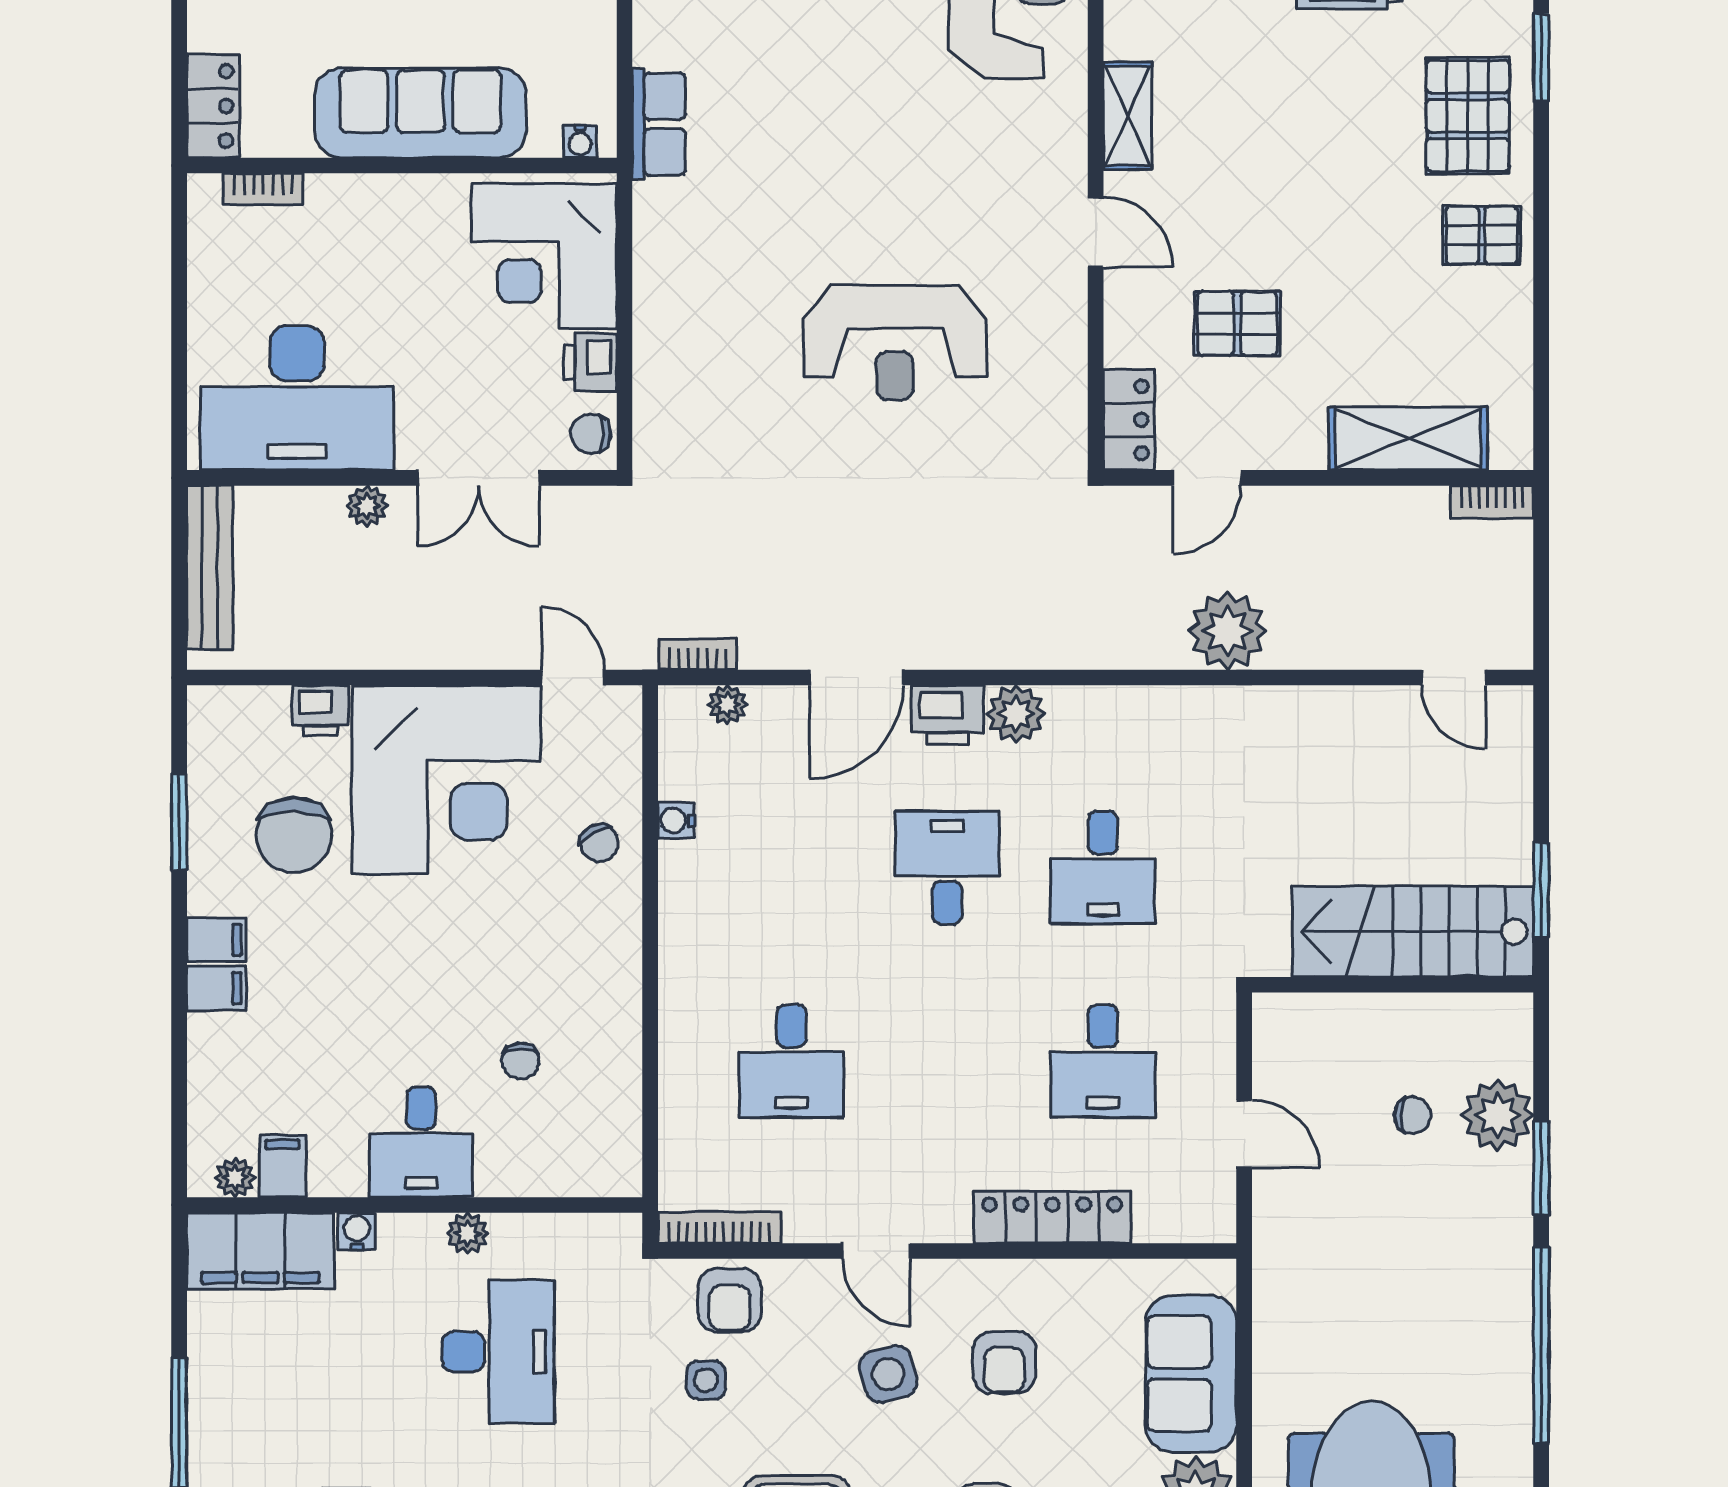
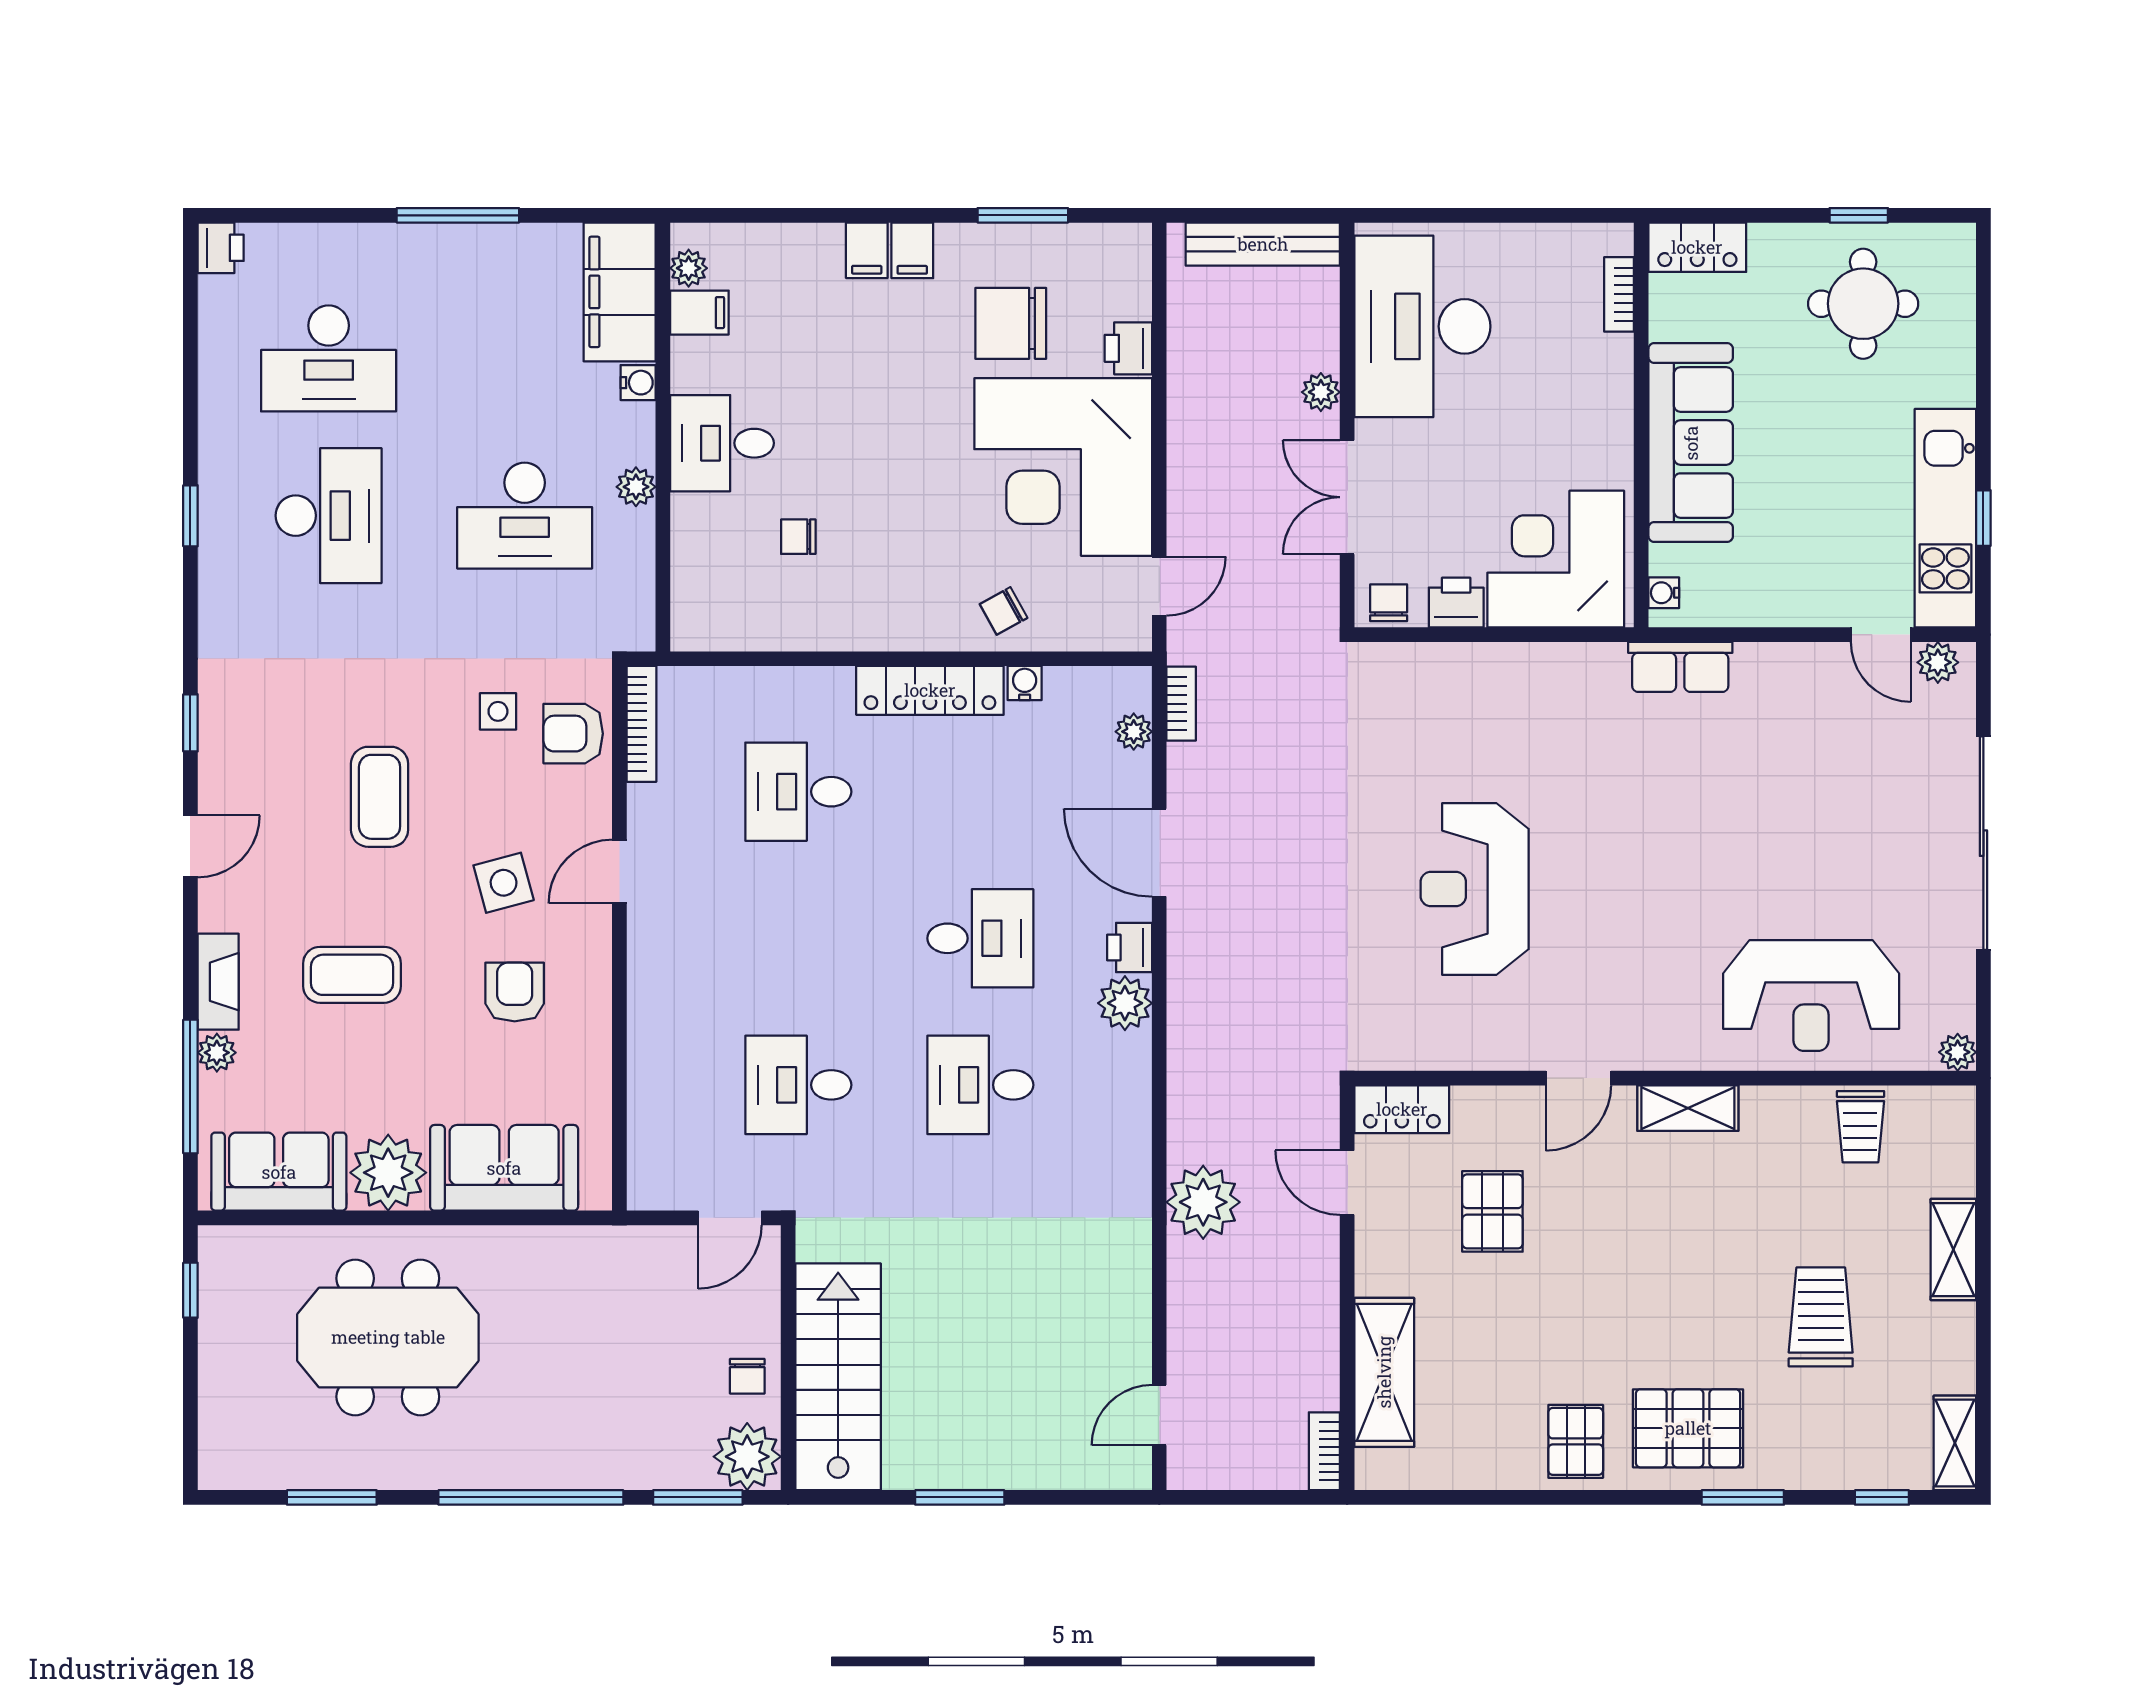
printer: (947, 715) -> (1130, 948), width x0.73, depth x0.81
stairs: (1413, 932) -> (838, 1377), moved
wall: (1393, 985) -> (788, 1358), moved
locker: (1052, 1217) -> (930, 690), moved, turned 90
armchair: (1004, 1362) -> (515, 992), turned 90

